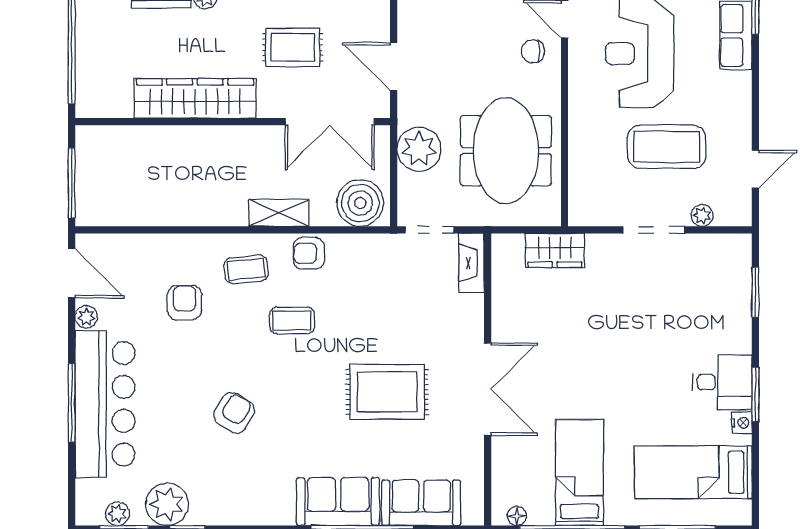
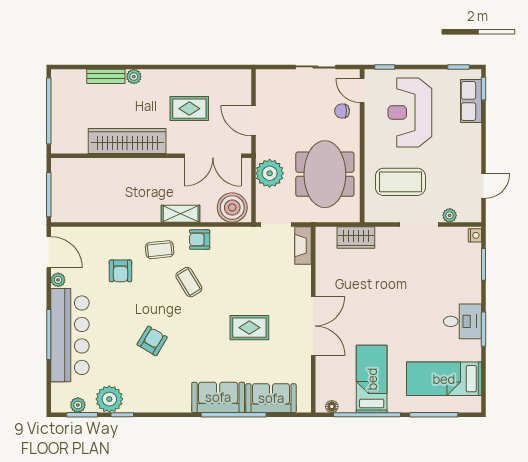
coffee table: (667, 147) -> (400, 182), moved
armchair: (184, 303) -> (120, 271), turned 180
coffee table: (292, 320) -> (189, 282), turned 59
rug: (387, 392) -> (249, 328), width x0.73, depth x0.70
nightstand: (742, 423) -> (475, 235), moved

